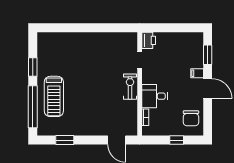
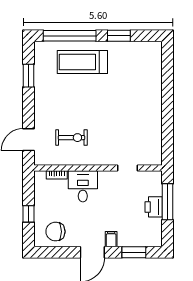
window: (167, 28) -> (167, 202), added
printer: (149, 40) -> (154, 207), moved, turned 90
exercise bike: (130, 87) -> (71, 138), moved

